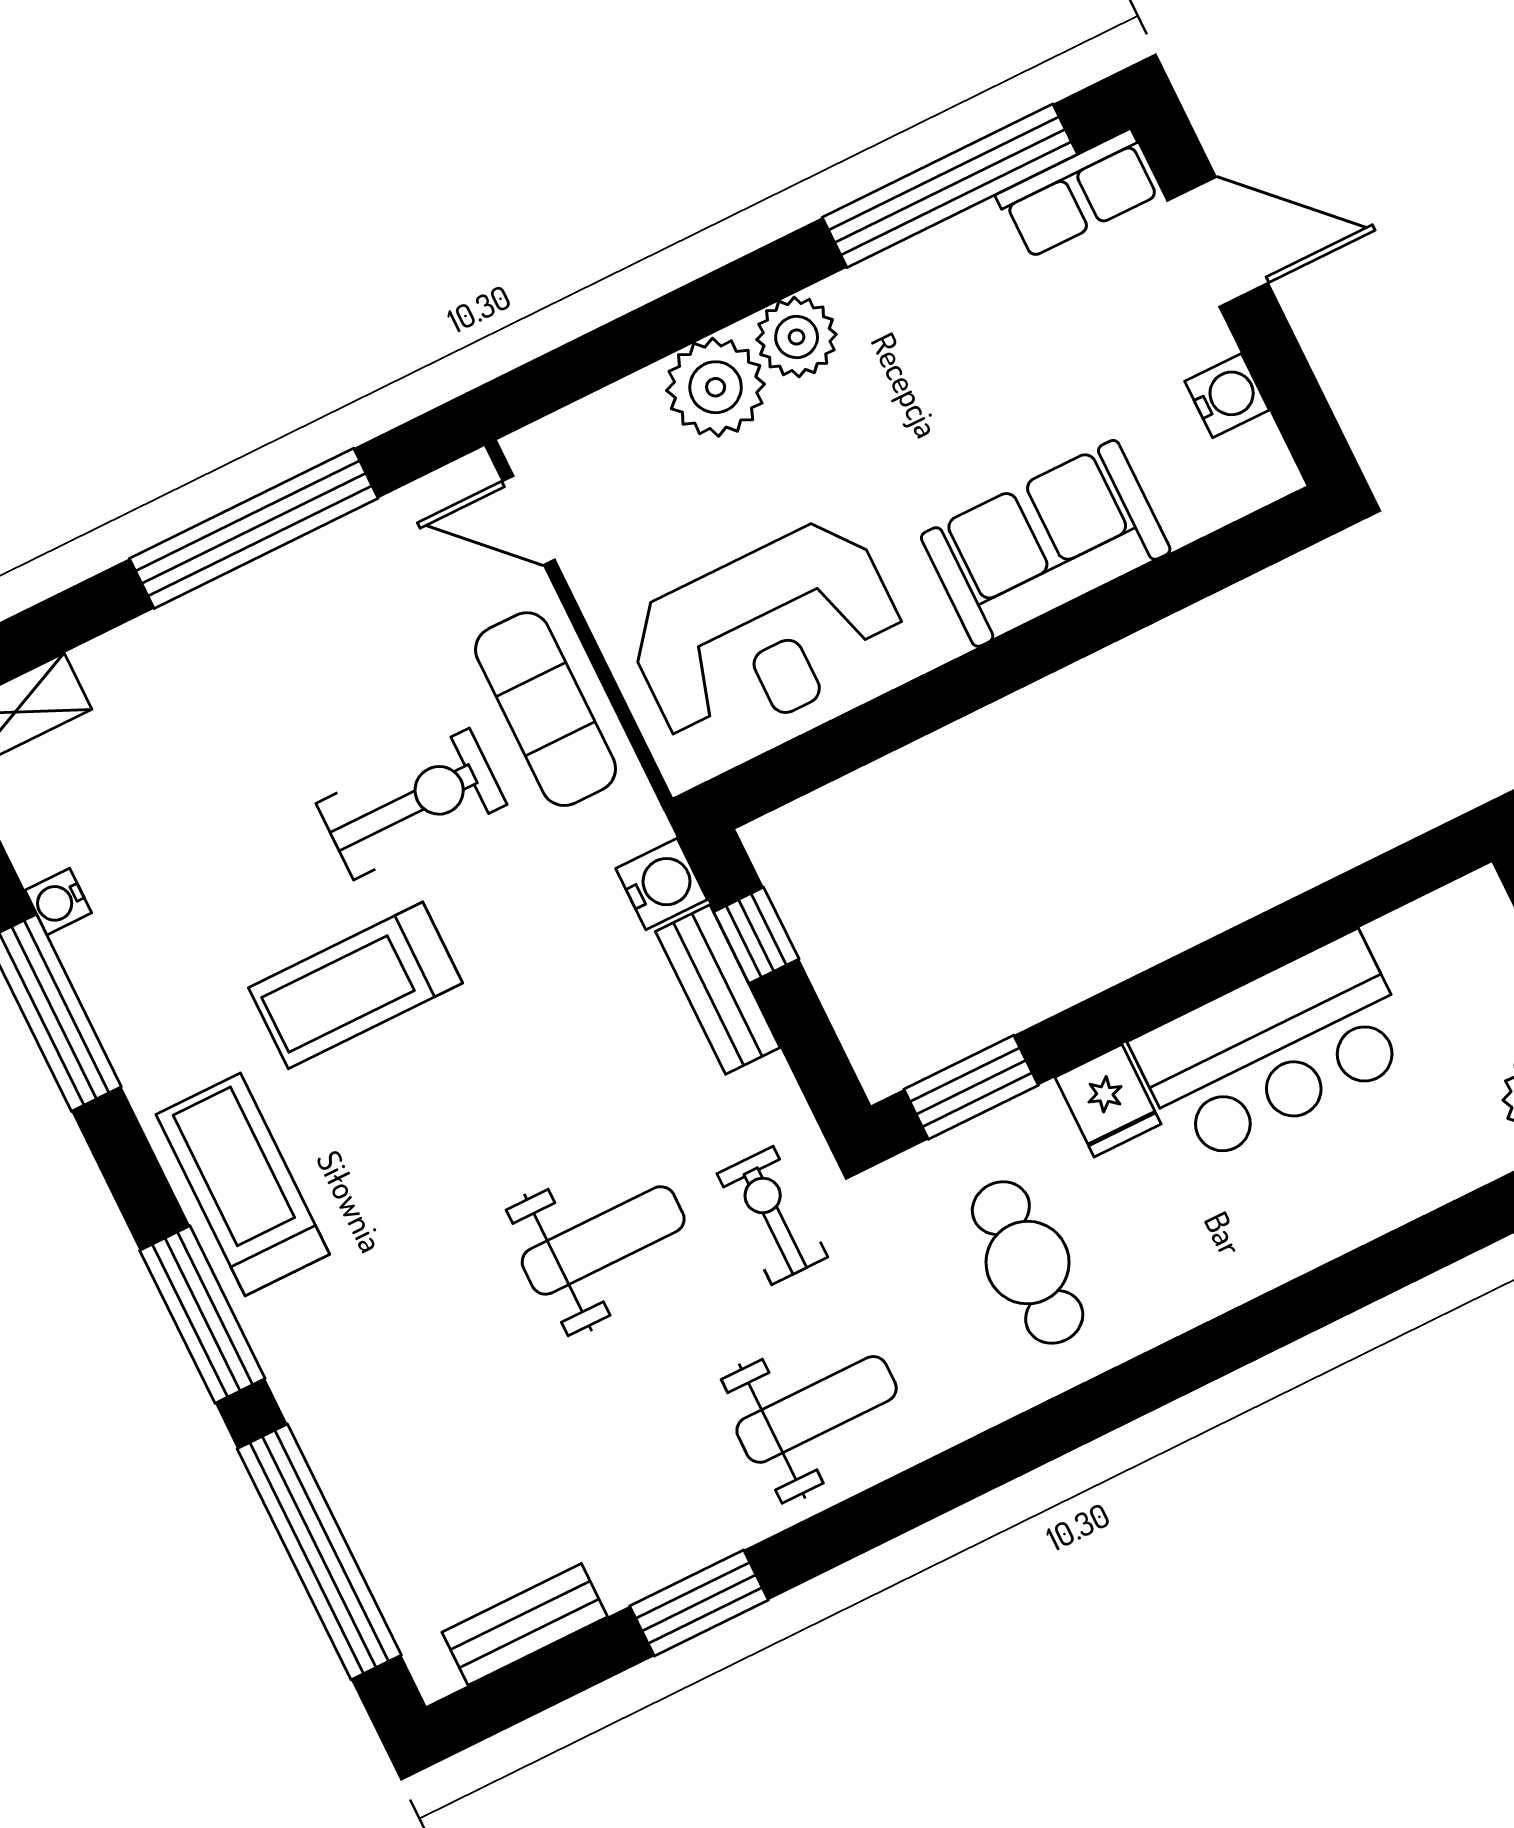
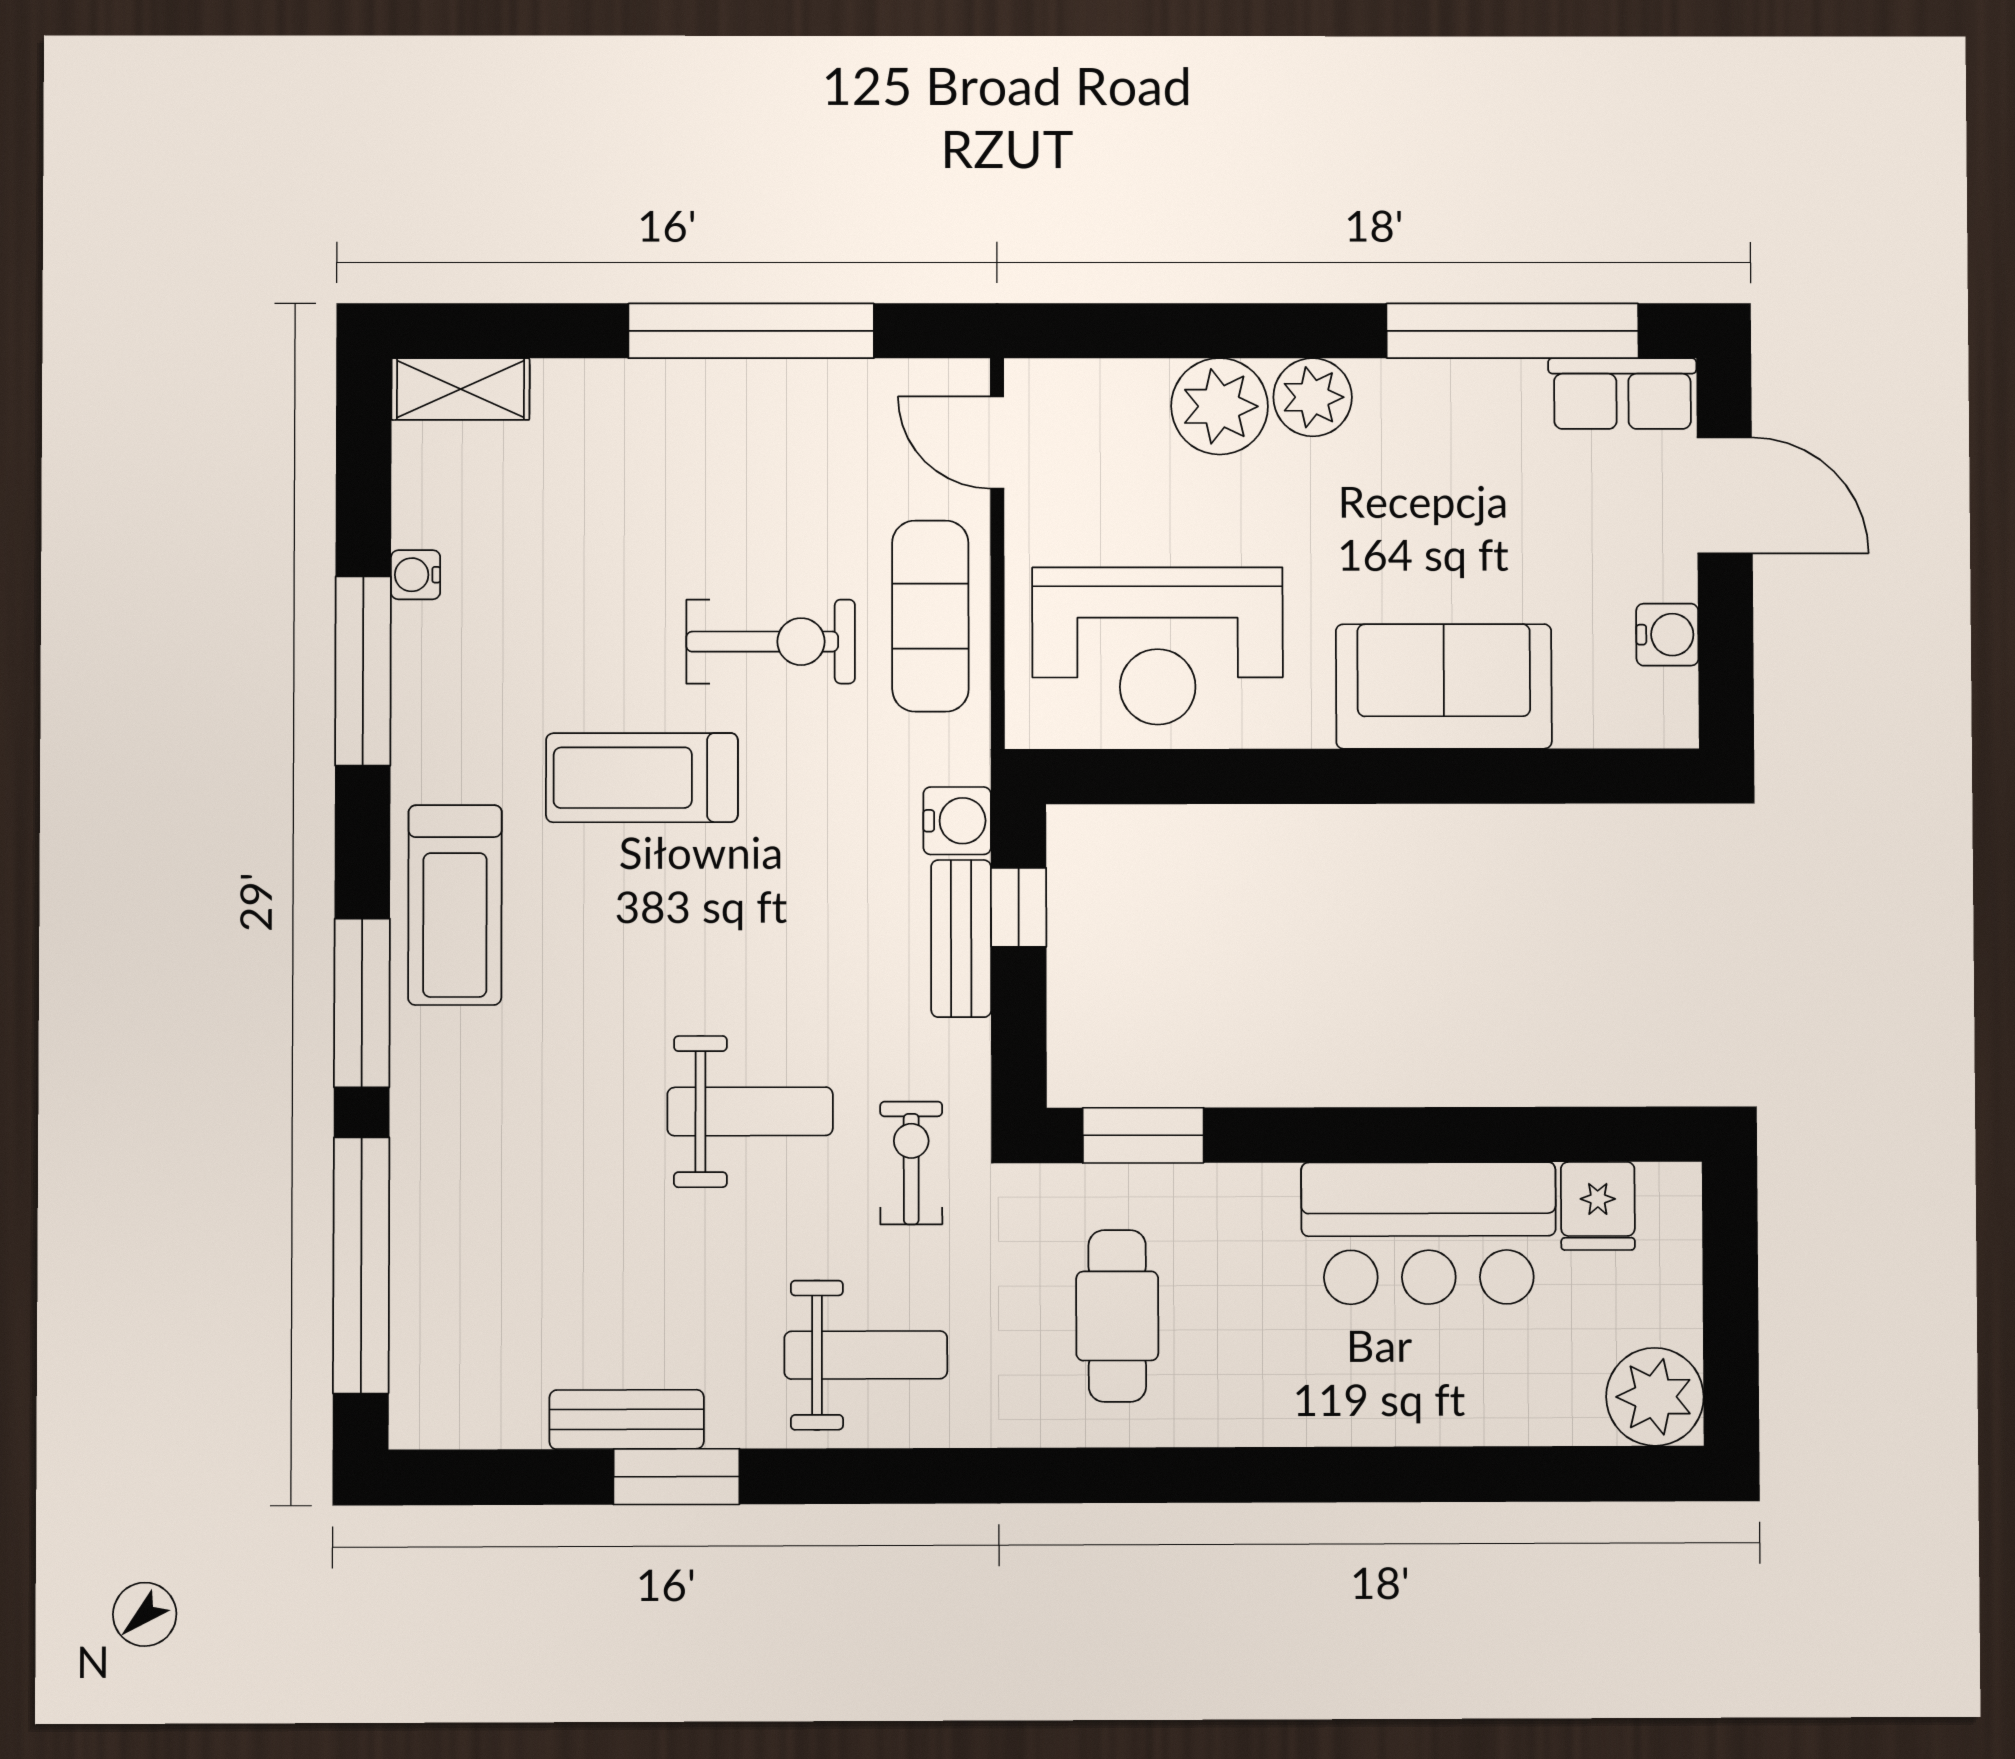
fridge: (1108, 1101) -> (1598, 1206), moved
treadmill: (243, 1184) -> (455, 905), turned 180
bench: (525, 1624) -> (627, 1419), moved

